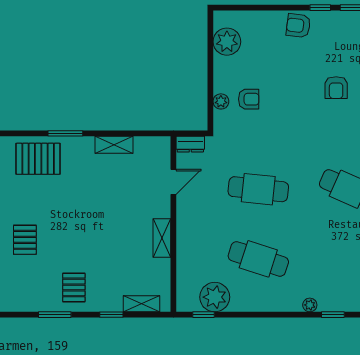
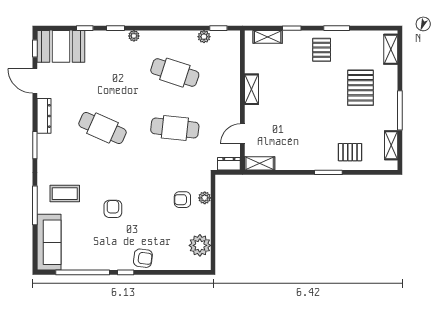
shelving: (114, 145) -> (260, 163), moved
pallet: (38, 159) -> (350, 152), width x0.67, depth x0.71
pallet: (25, 240) -> (361, 88), width x1.50, depth x1.42
plant: (215, 297) -> (204, 37), width x0.53, depth x0.53

